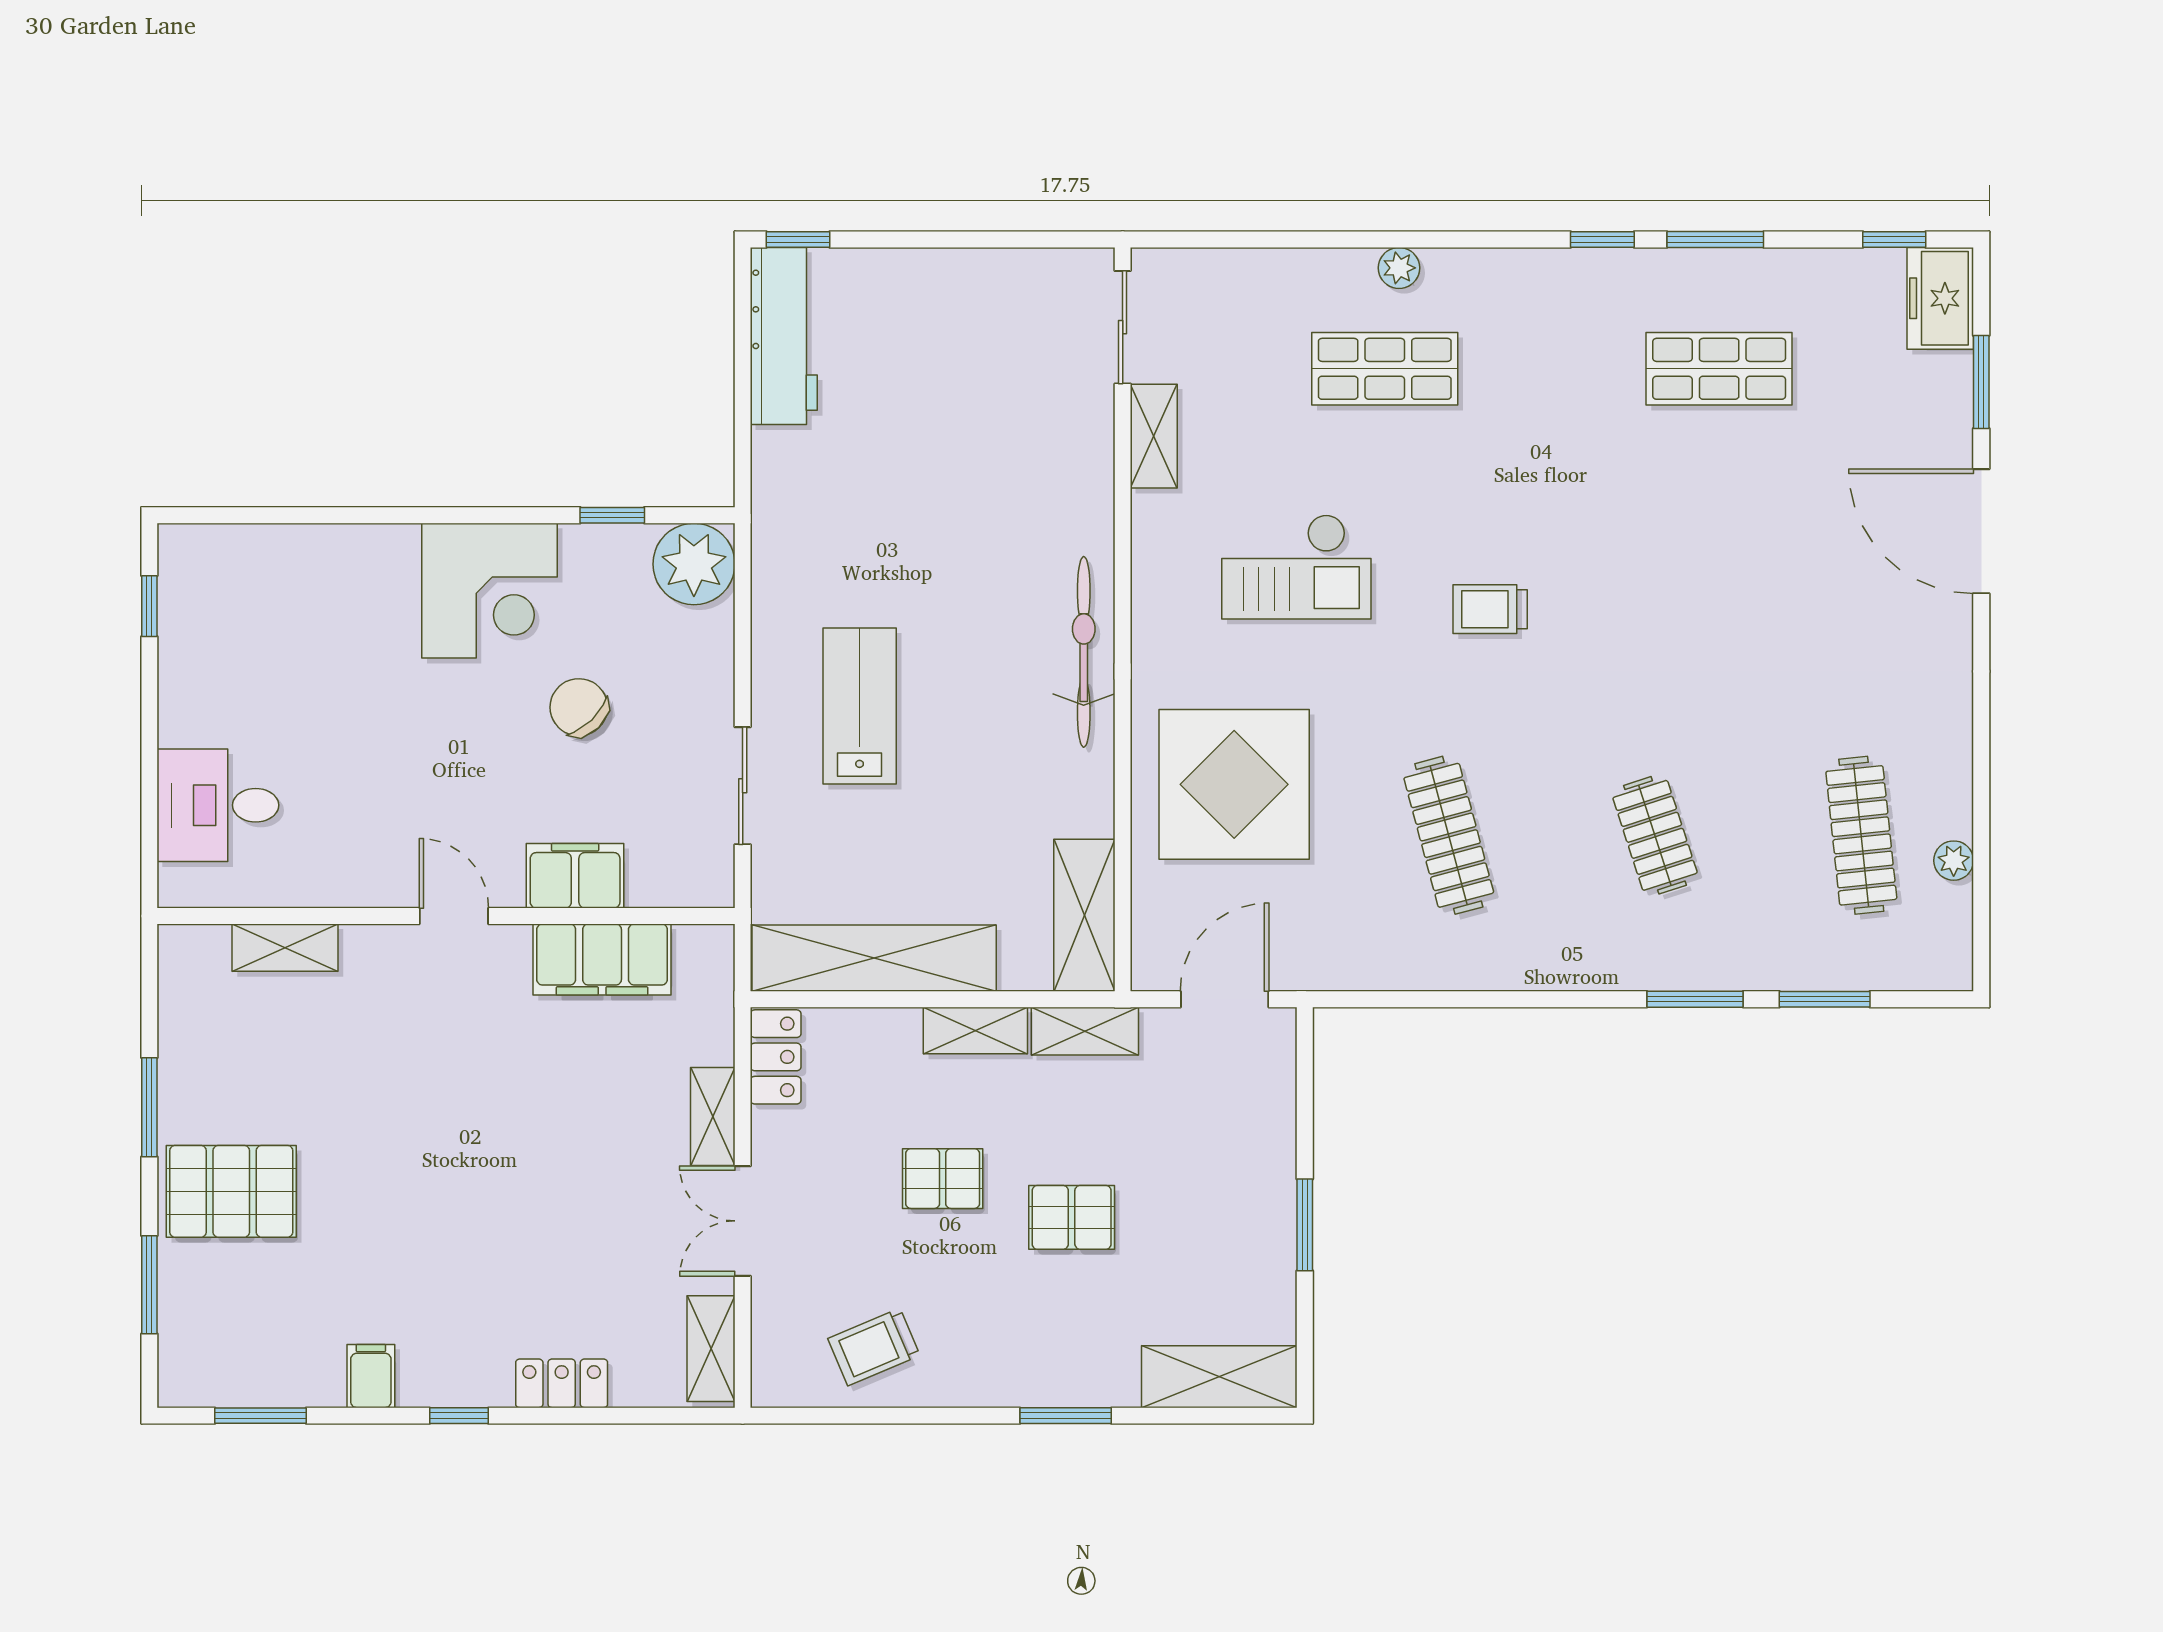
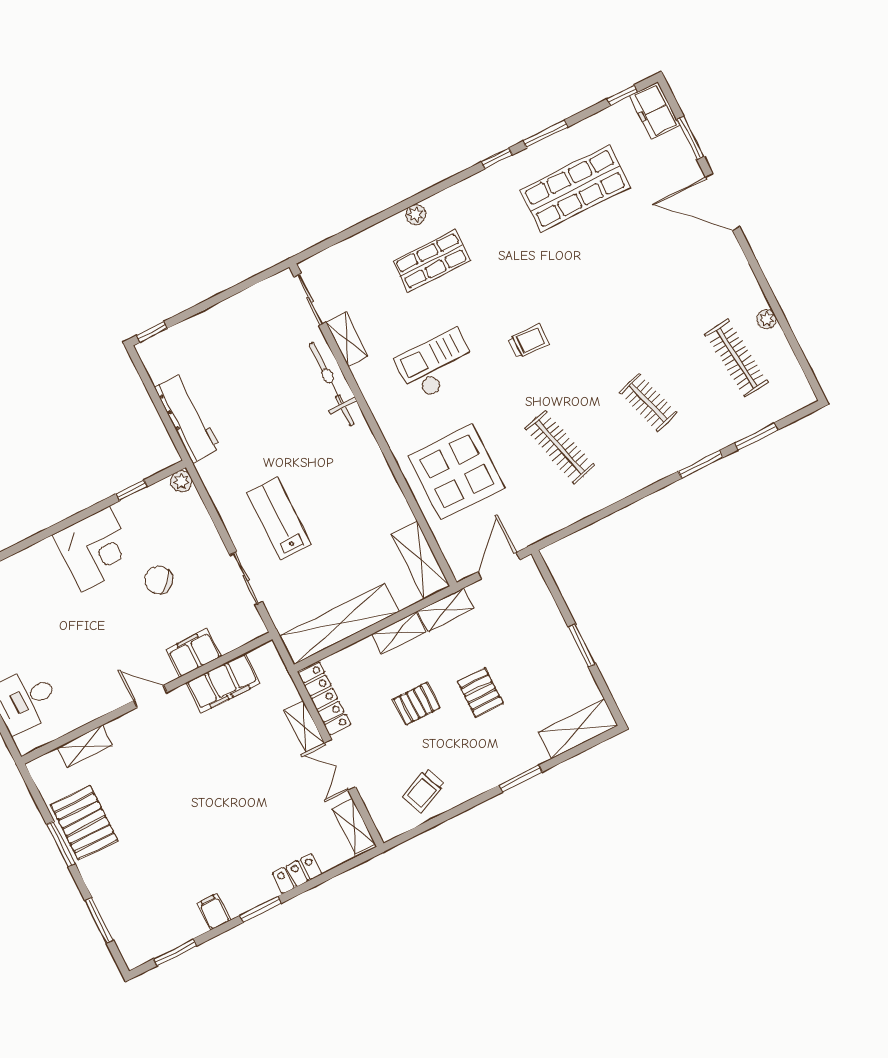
workbench: (784, 336) -> (187, 418), moved
shop shelf: (1719, 369) -> (575, 189), width x1.43, depth x1.36
plant: (694, 564) -> (181, 481), width x0.53, depth x0.53
checkout: (1296, 567) -> (436, 365), turned 180
trolley: (1490, 609) -> (529, 341), turned 180
bicycle: (1084, 652) -> (332, 384), moved
plant: (1954, 861) -> (767, 319), moved
locker: (776, 1057) -> (324, 699), width x1.53
pallet: (231, 1191) -> (84, 822), moved, turned 90
pallet: (1072, 1217) -> (480, 692), turned 90
window: (459, 1416) -> (260, 910), width x1.50

